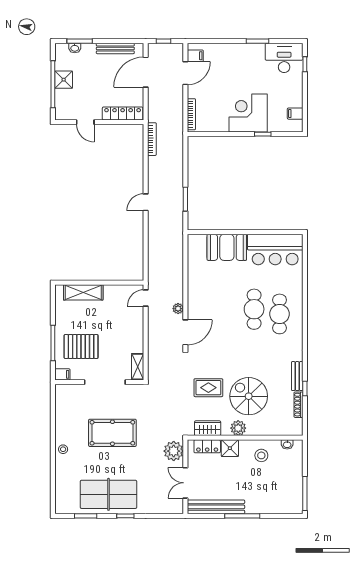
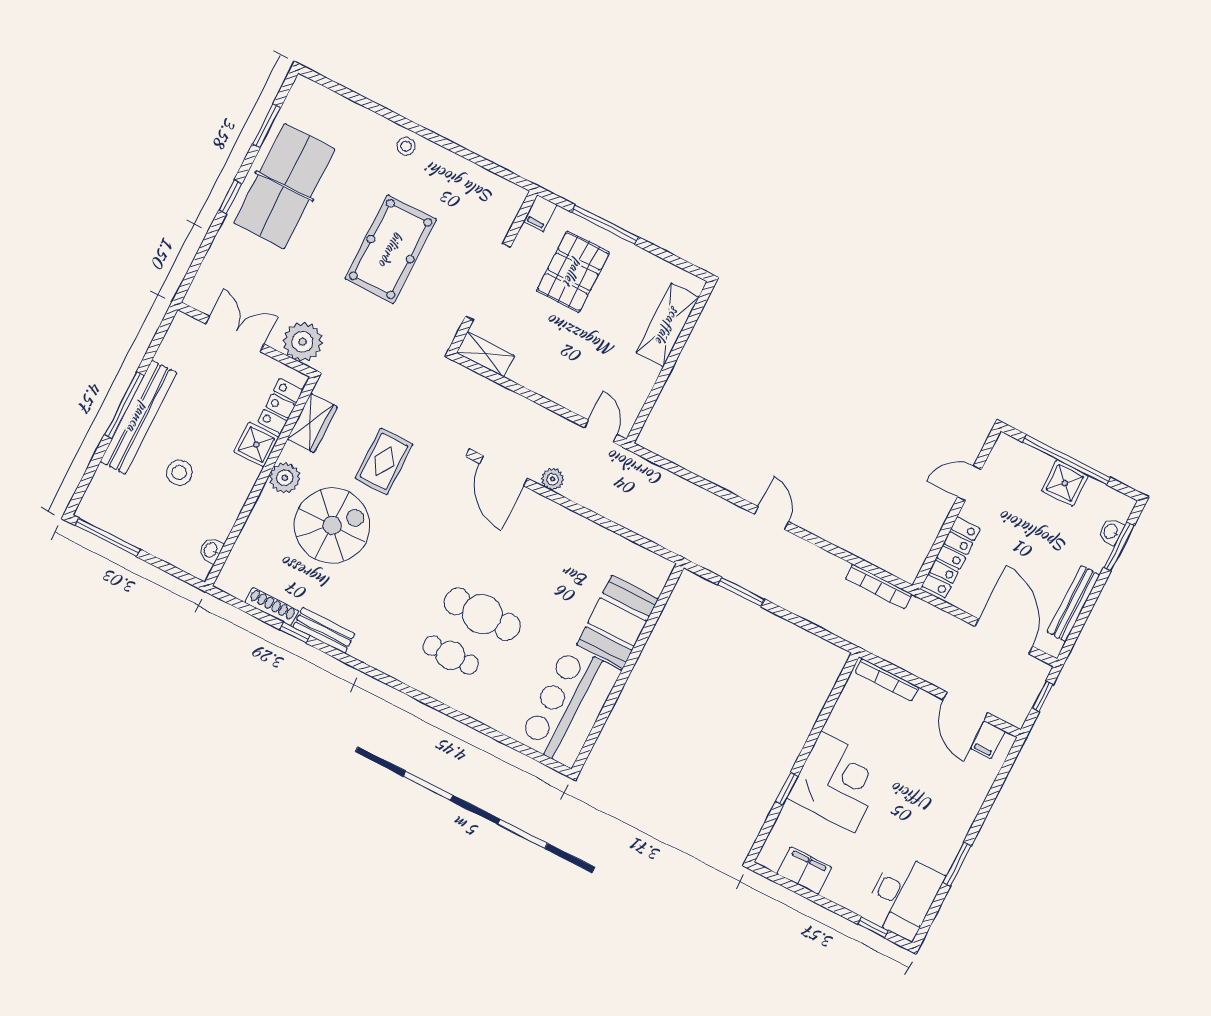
filing cabinet: (295, 114) -> (804, 871), width x2.00
cafe table: (280, 314) -> (451, 655), width x0.73, depth x0.74
stool: (261, 455) -> (179, 473), moved
bench: (216, 507) -> (138, 417), moved

